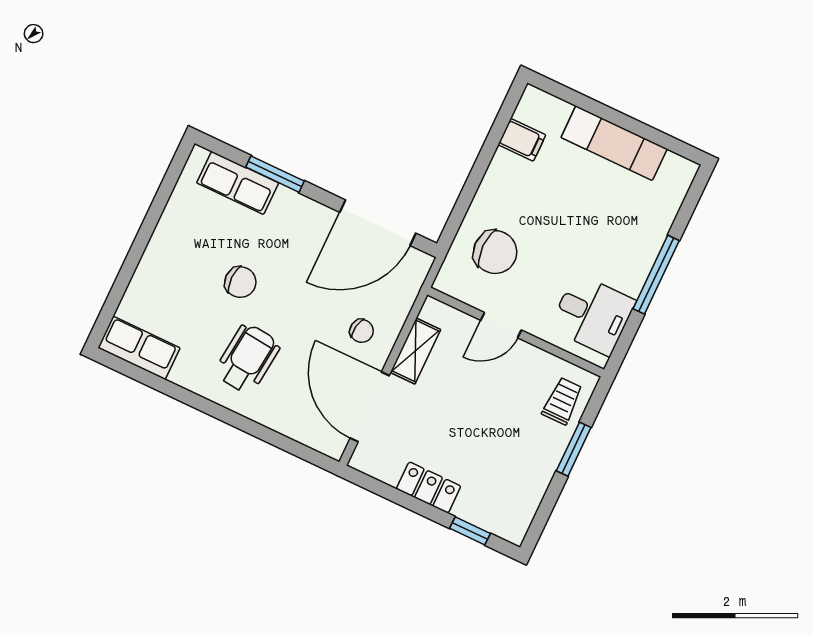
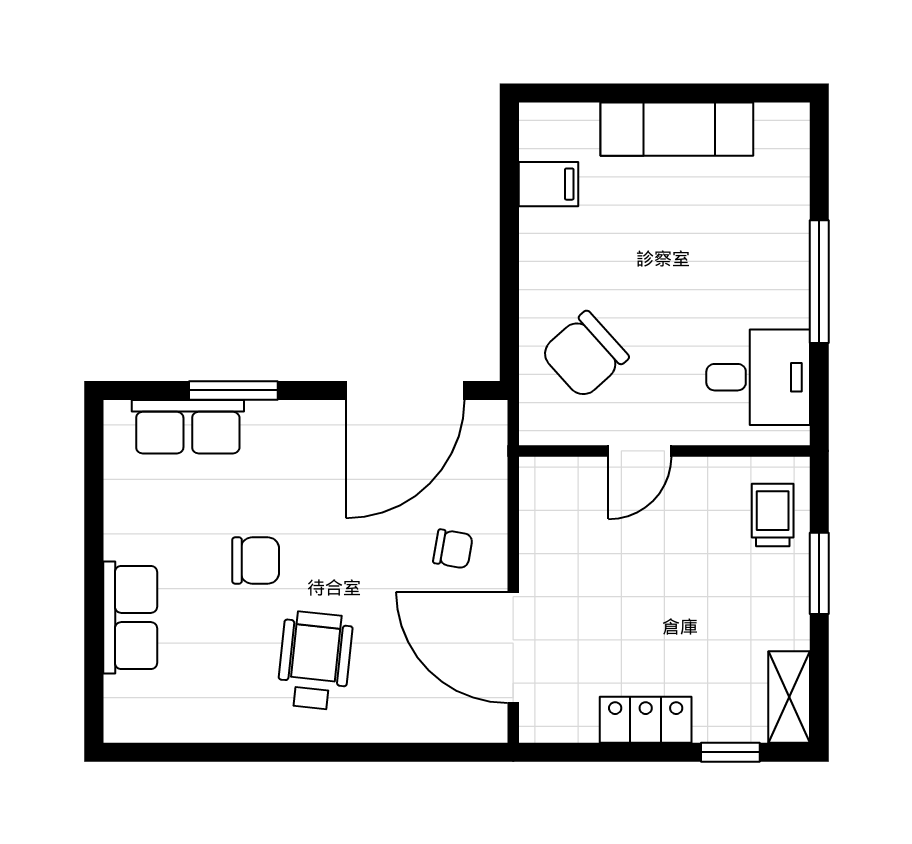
chair: (495, 252) -> (585, 355), turned 138
row of seats: (139, 348) -> (130, 617), moved, turned 90
shelving: (415, 351) -> (789, 697), moved

